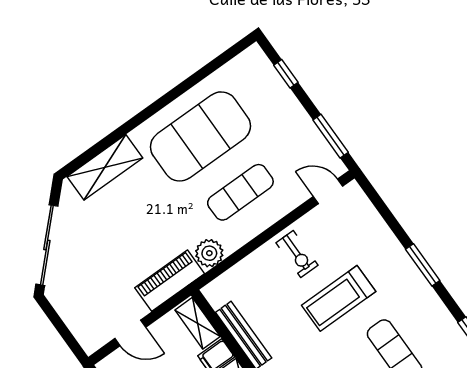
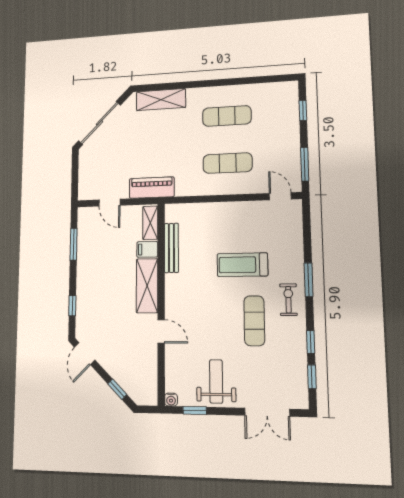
exercise mat: (200, 136) -> (227, 116), width x0.50, depth x0.69
plant: (209, 253) -> (185, 187), removed
exercise bike: (297, 254) -> (288, 300), moved, turned 180

